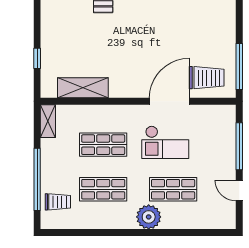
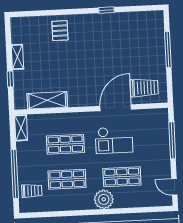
shelving: (48, 31) -> (17, 57), added
window: (239, 67) -> (168, 50), moved
door: (239, 190) -> (174, 187), moved

